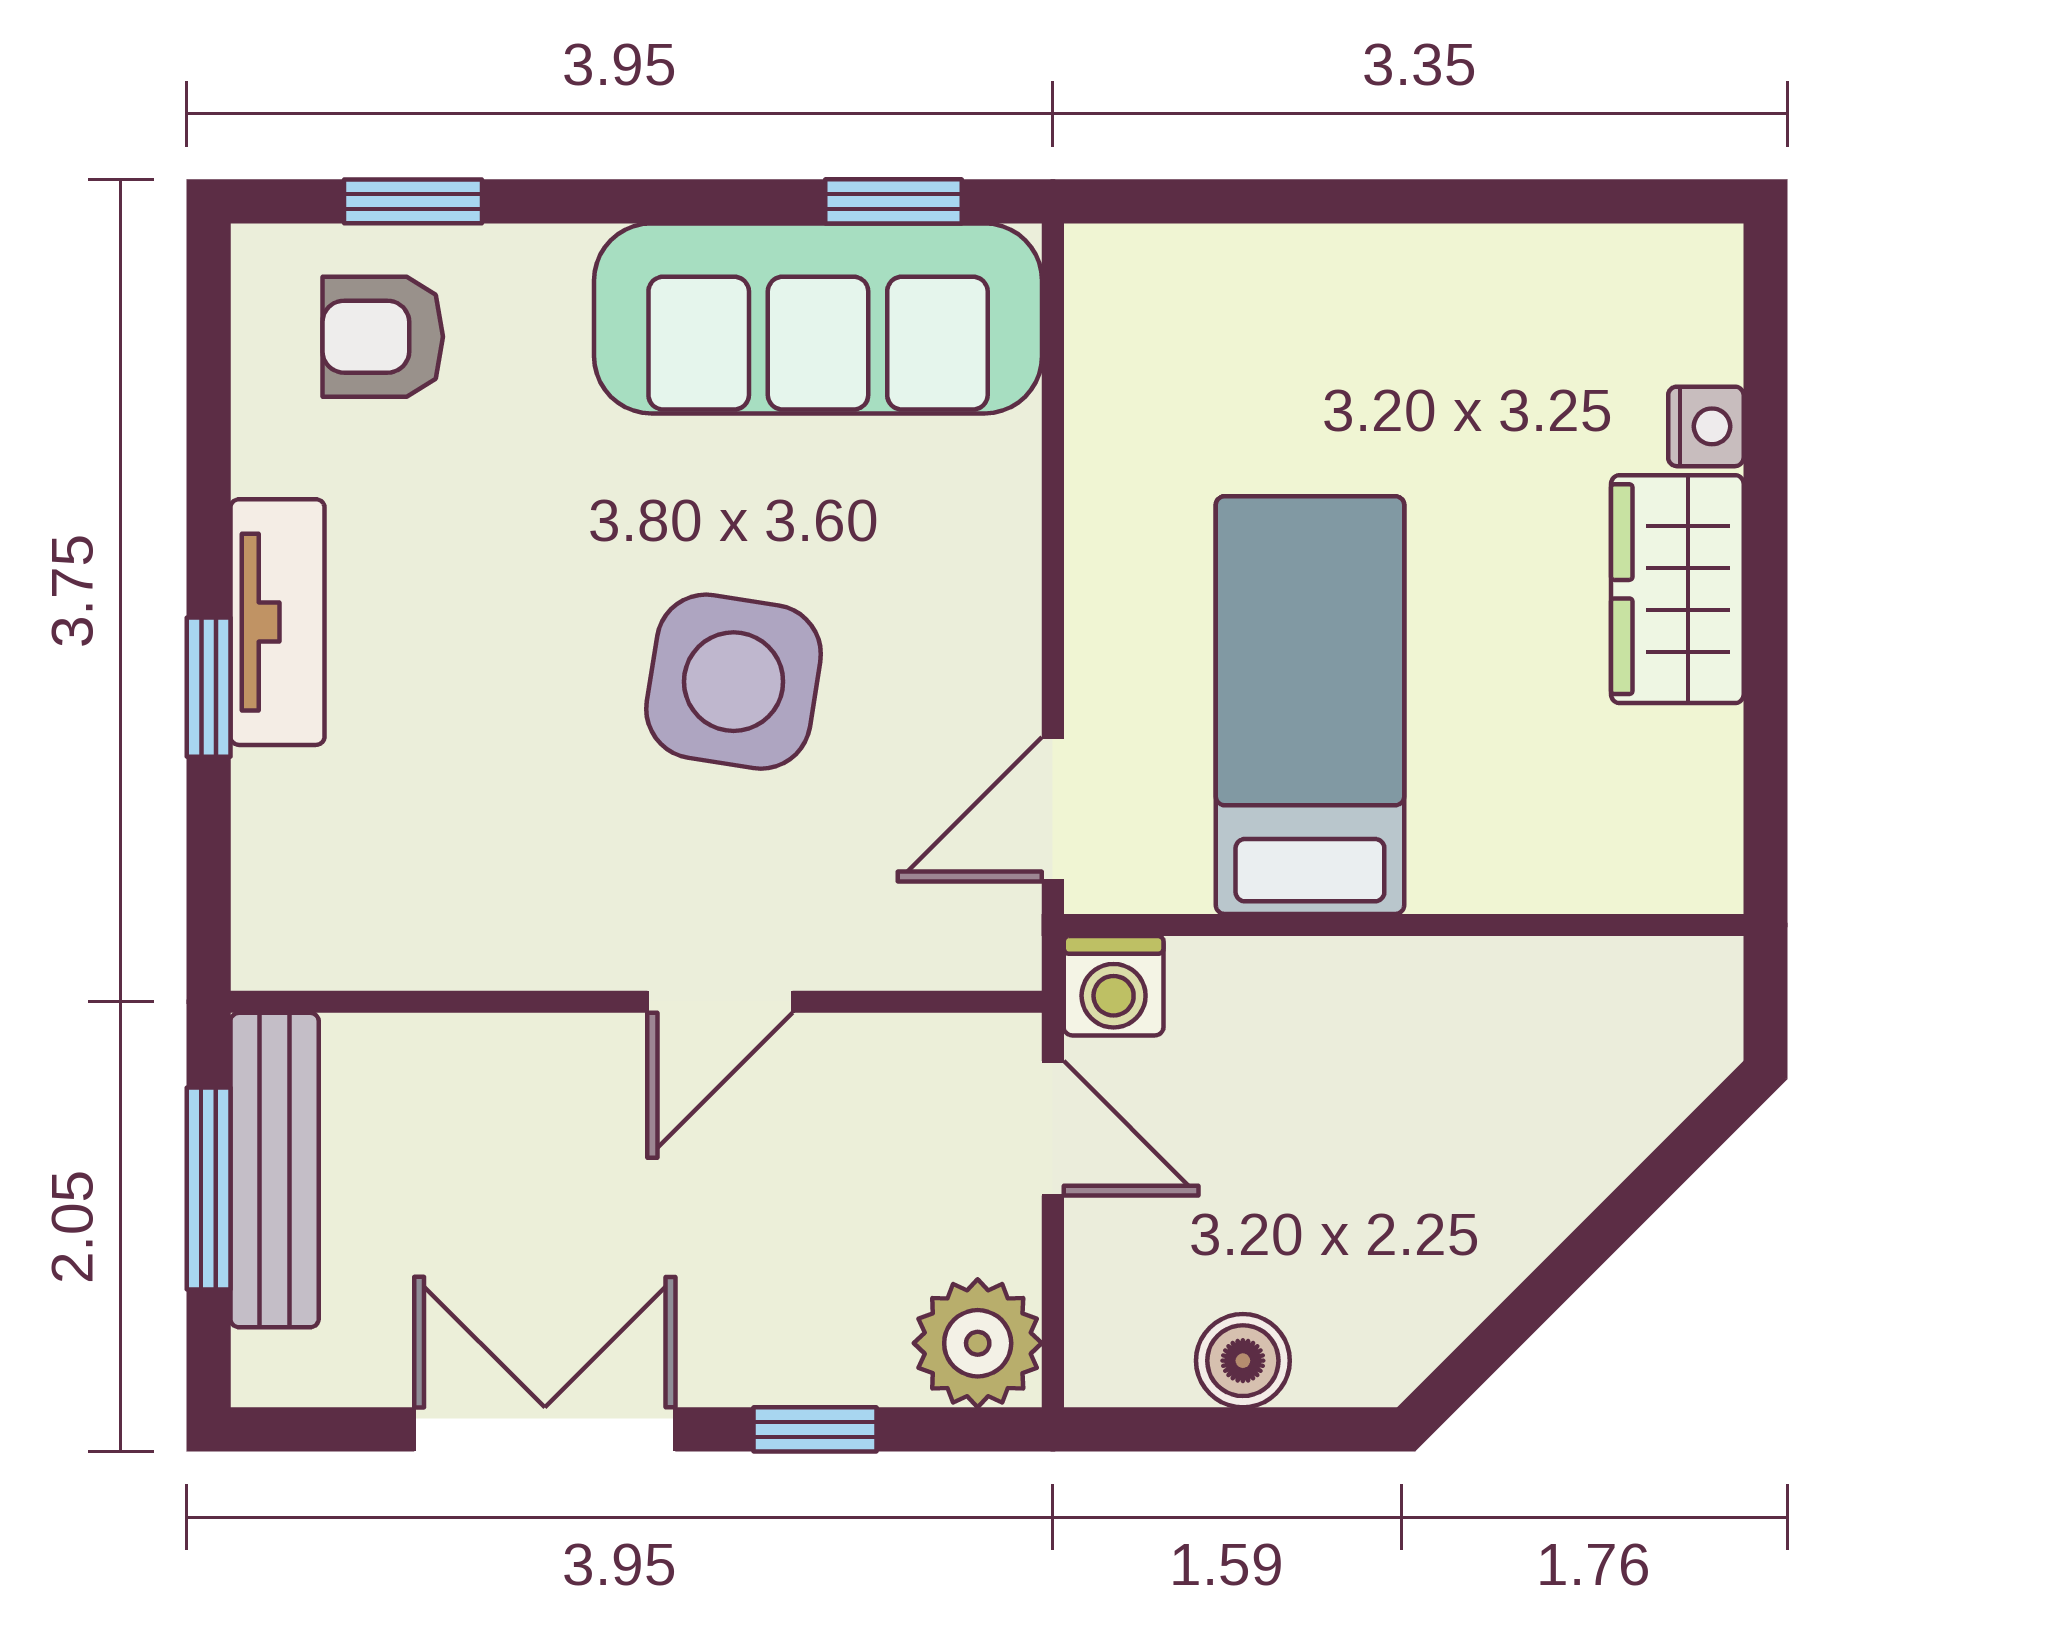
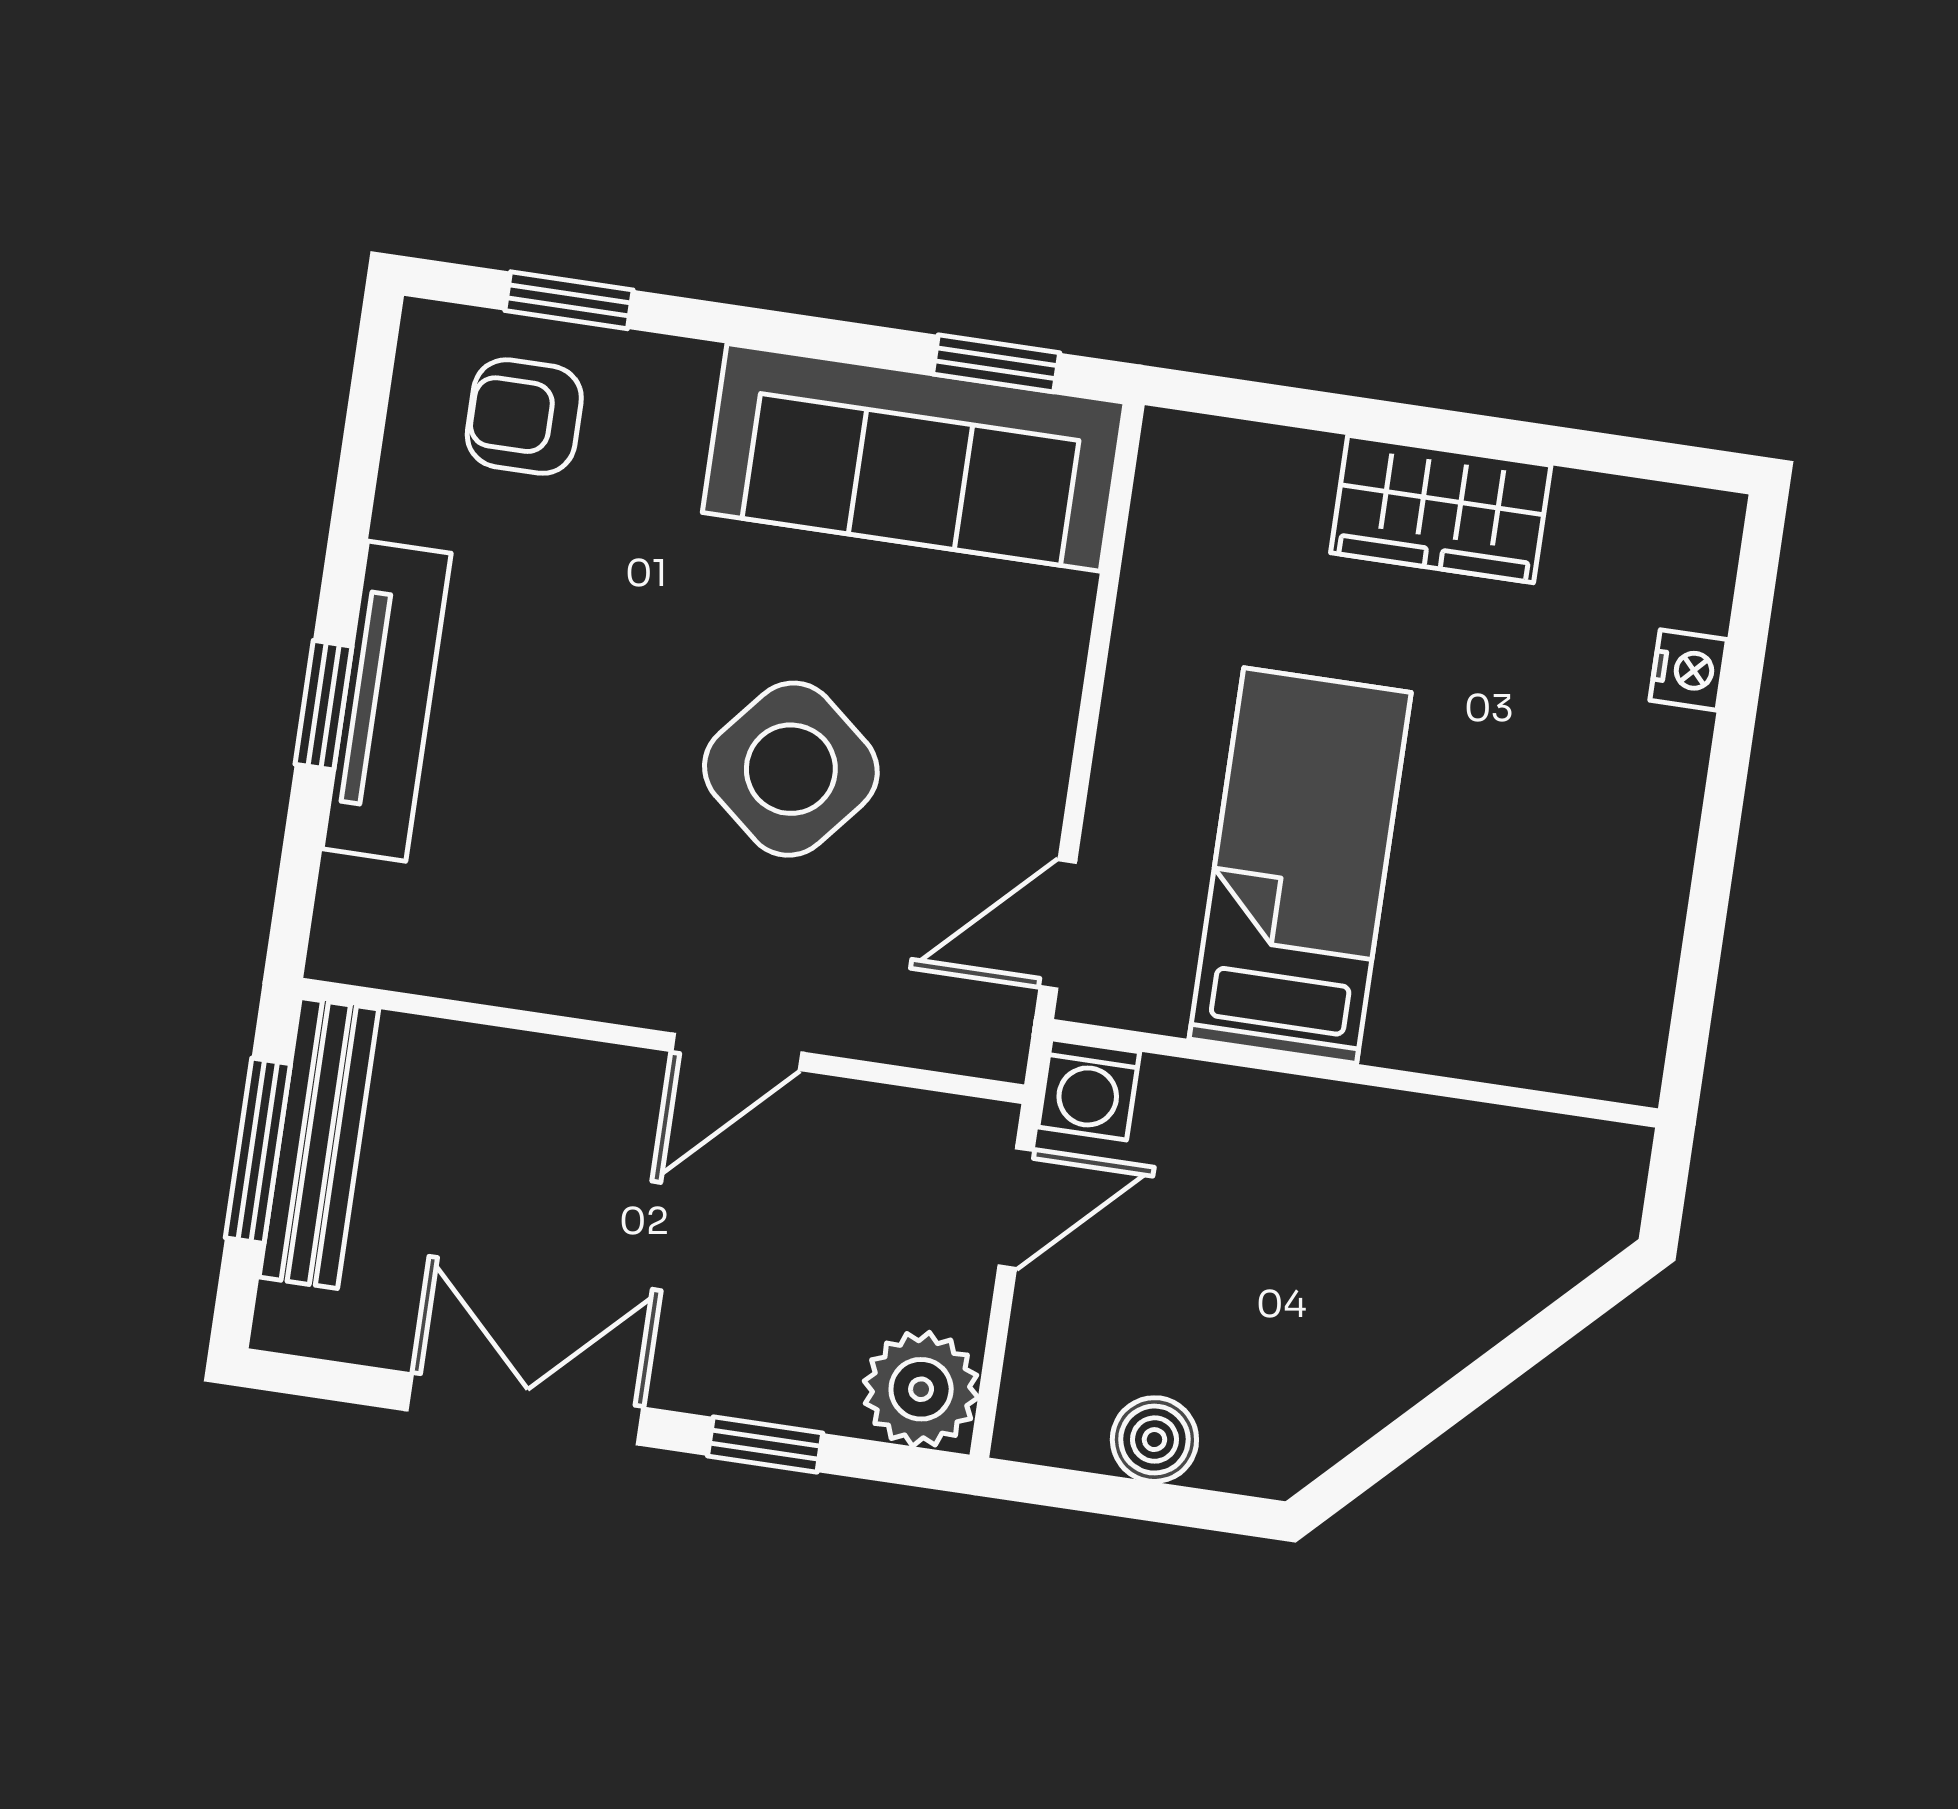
wardrobe: (1677, 589) -> (1441, 509), moved, turned -90
tv unit: (277, 622) -> (387, 701), width x1.41
side table: (734, 682) -> (791, 769), turned 31
door: (1053, 1128) -> (1016, 1208), hinge flipped

